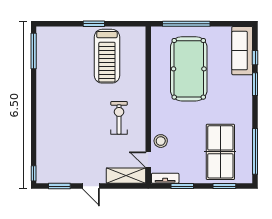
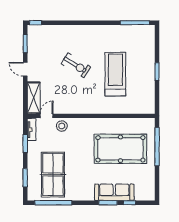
sofa: (242, 51) -> (114, 192), moved
treadmill: (107, 56) -> (115, 74), moved, turned 90
exercise bike: (119, 118) -> (76, 65), moved, turned 32
table tennis table: (220, 152) -> (53, 174), turned 90
door: (91, 186) -> (25, 69), hinge flipped

